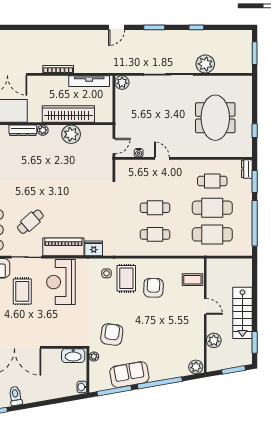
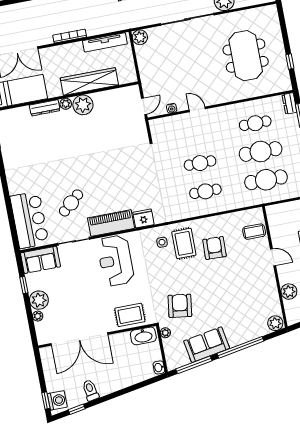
plant: (71, 134) -> (83, 105), moved
rug: (22, 291) -> (130, 315), moved, turned 90

